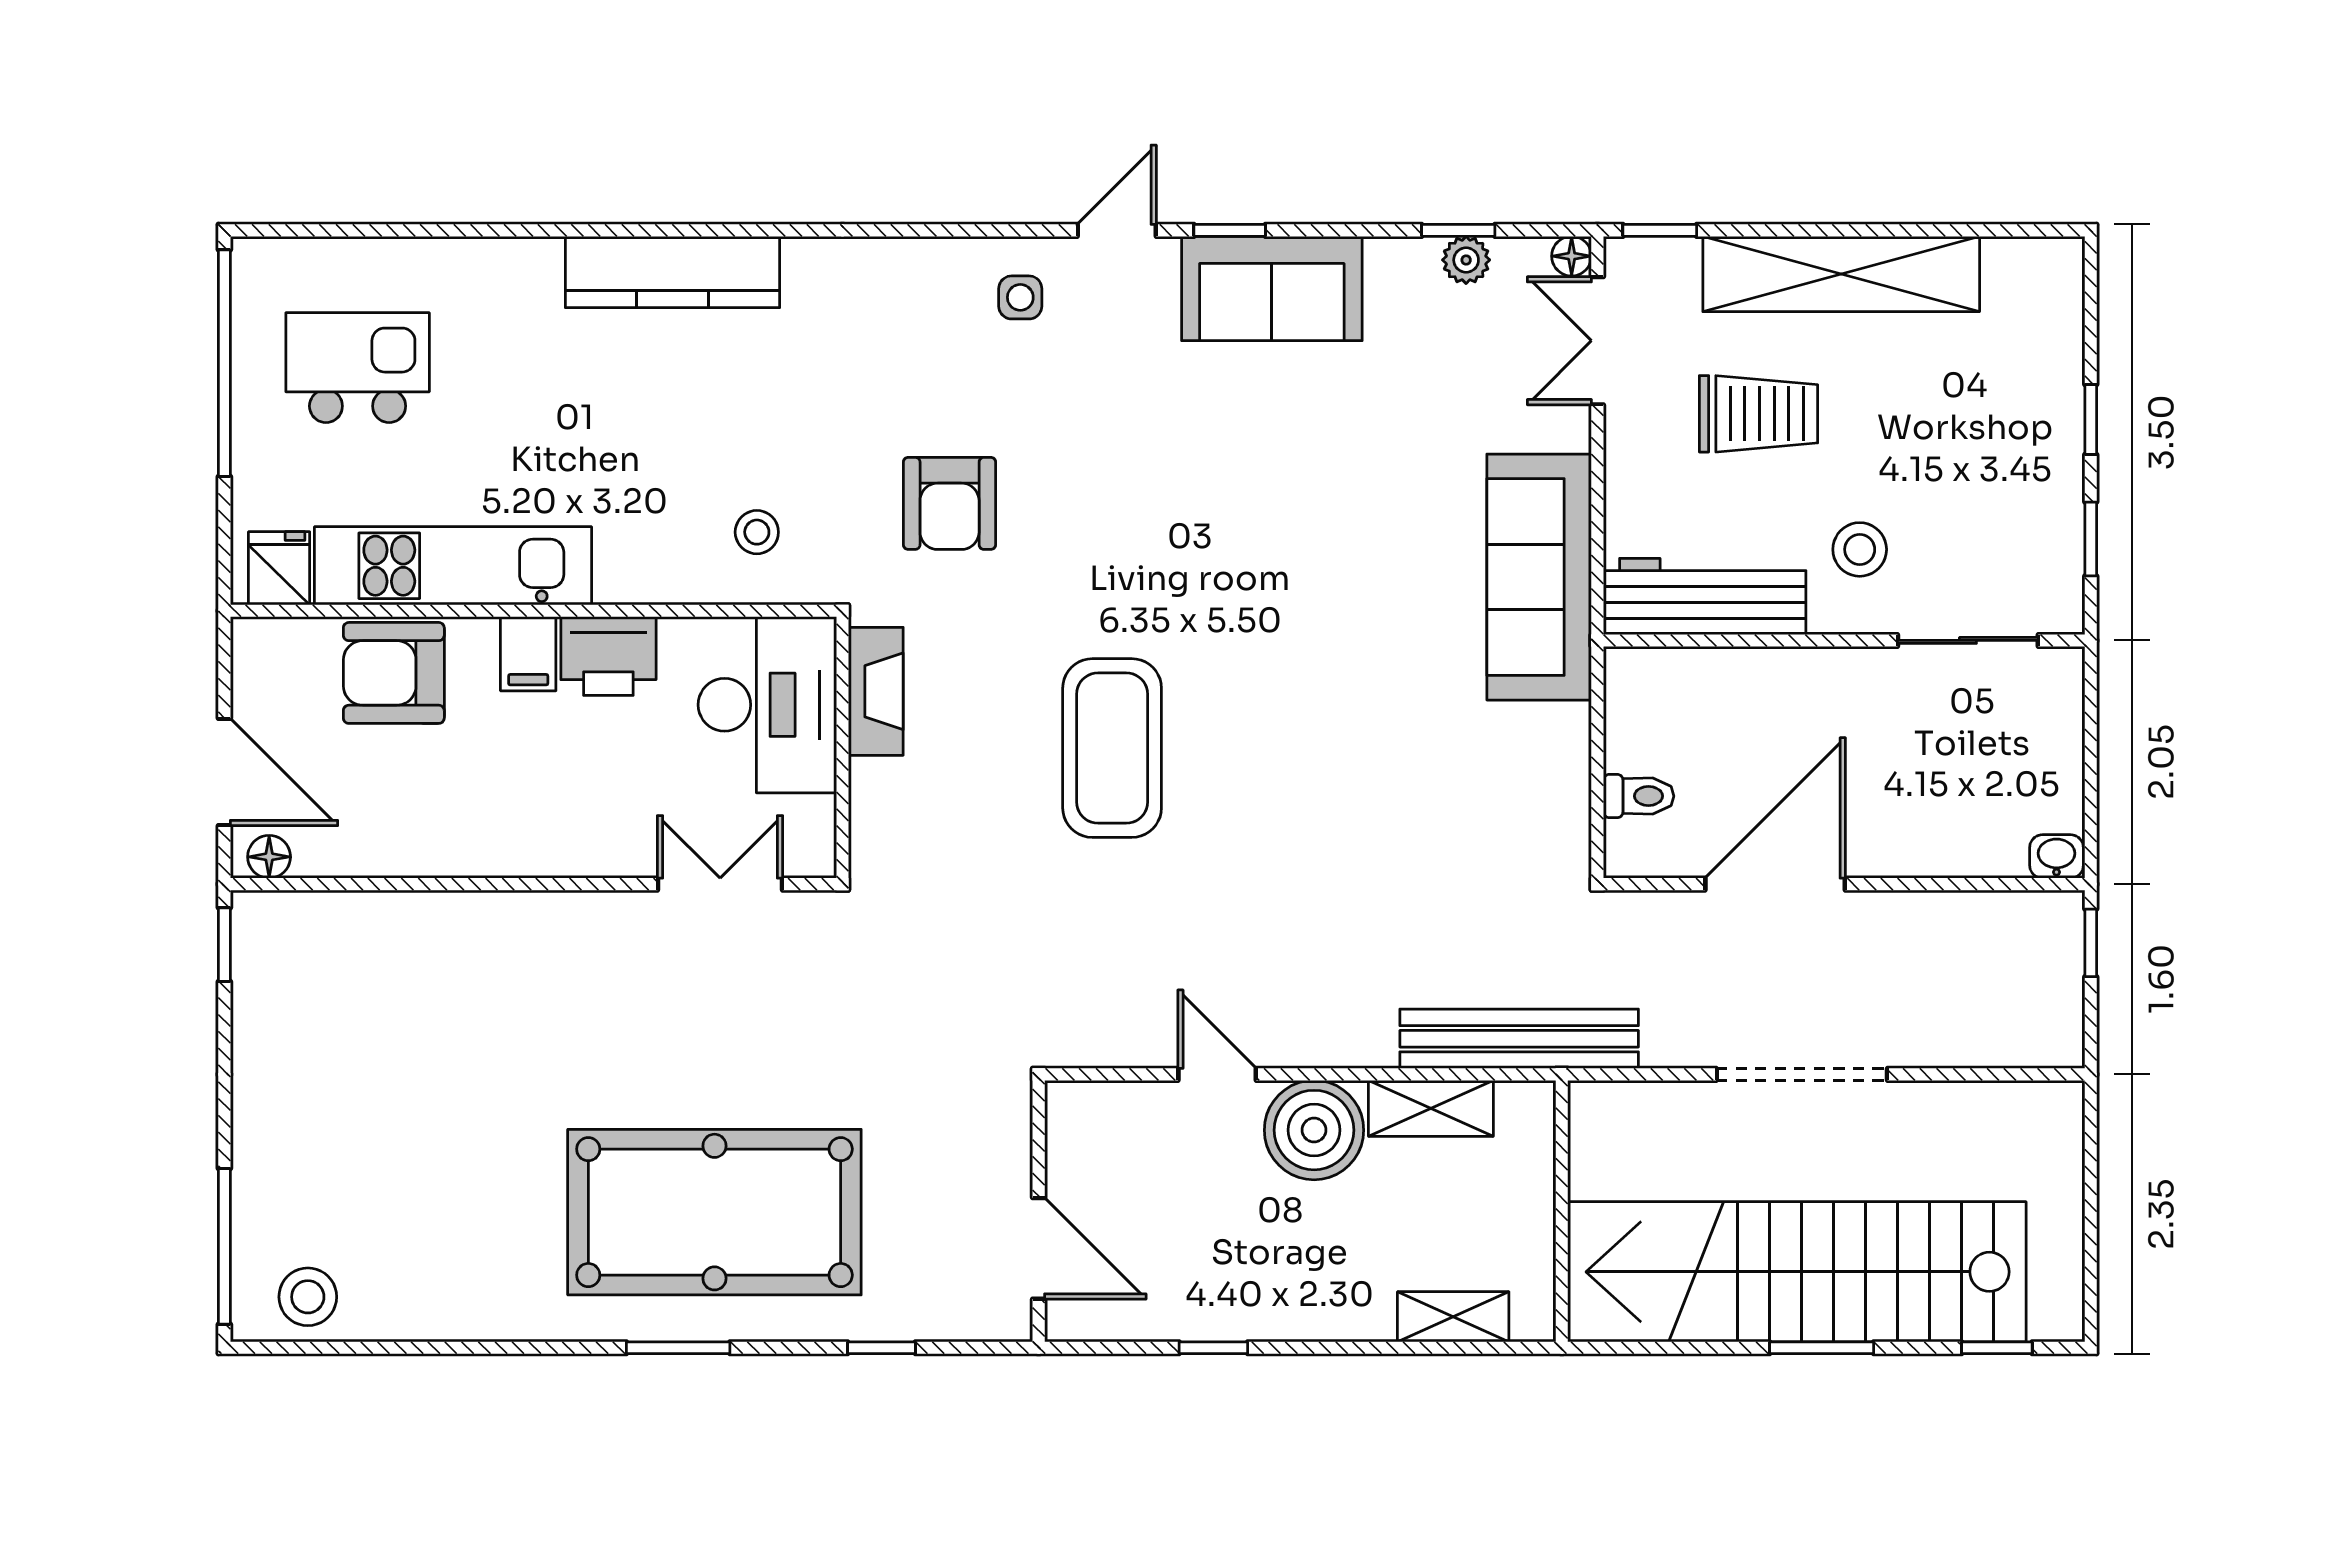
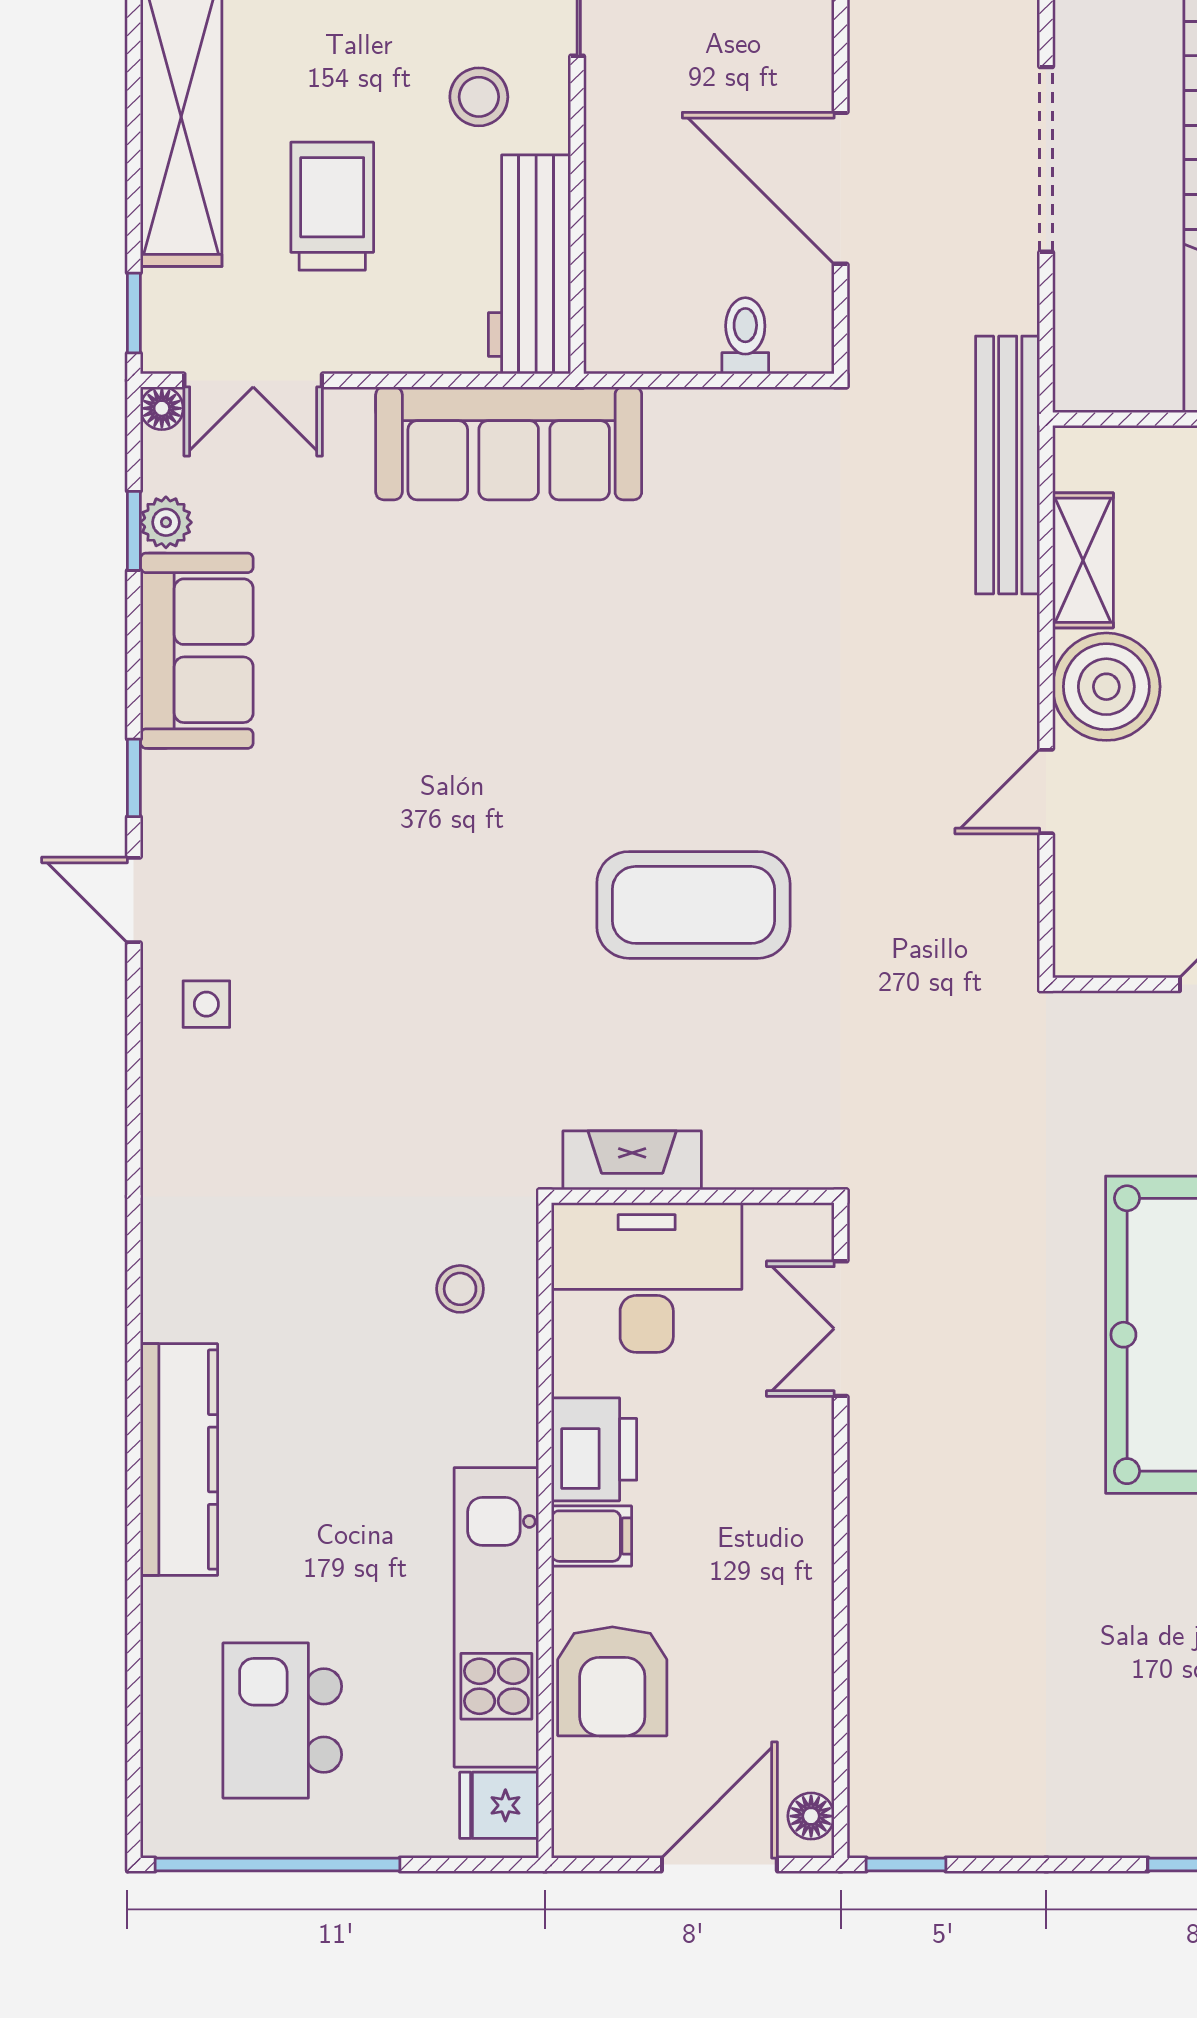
kitchen counter: (673, 272) -> (179, 1460), moved
sofa: (1272, 289) -> (197, 651), moved
armchair: (950, 503) -> (429, 1081), removed

